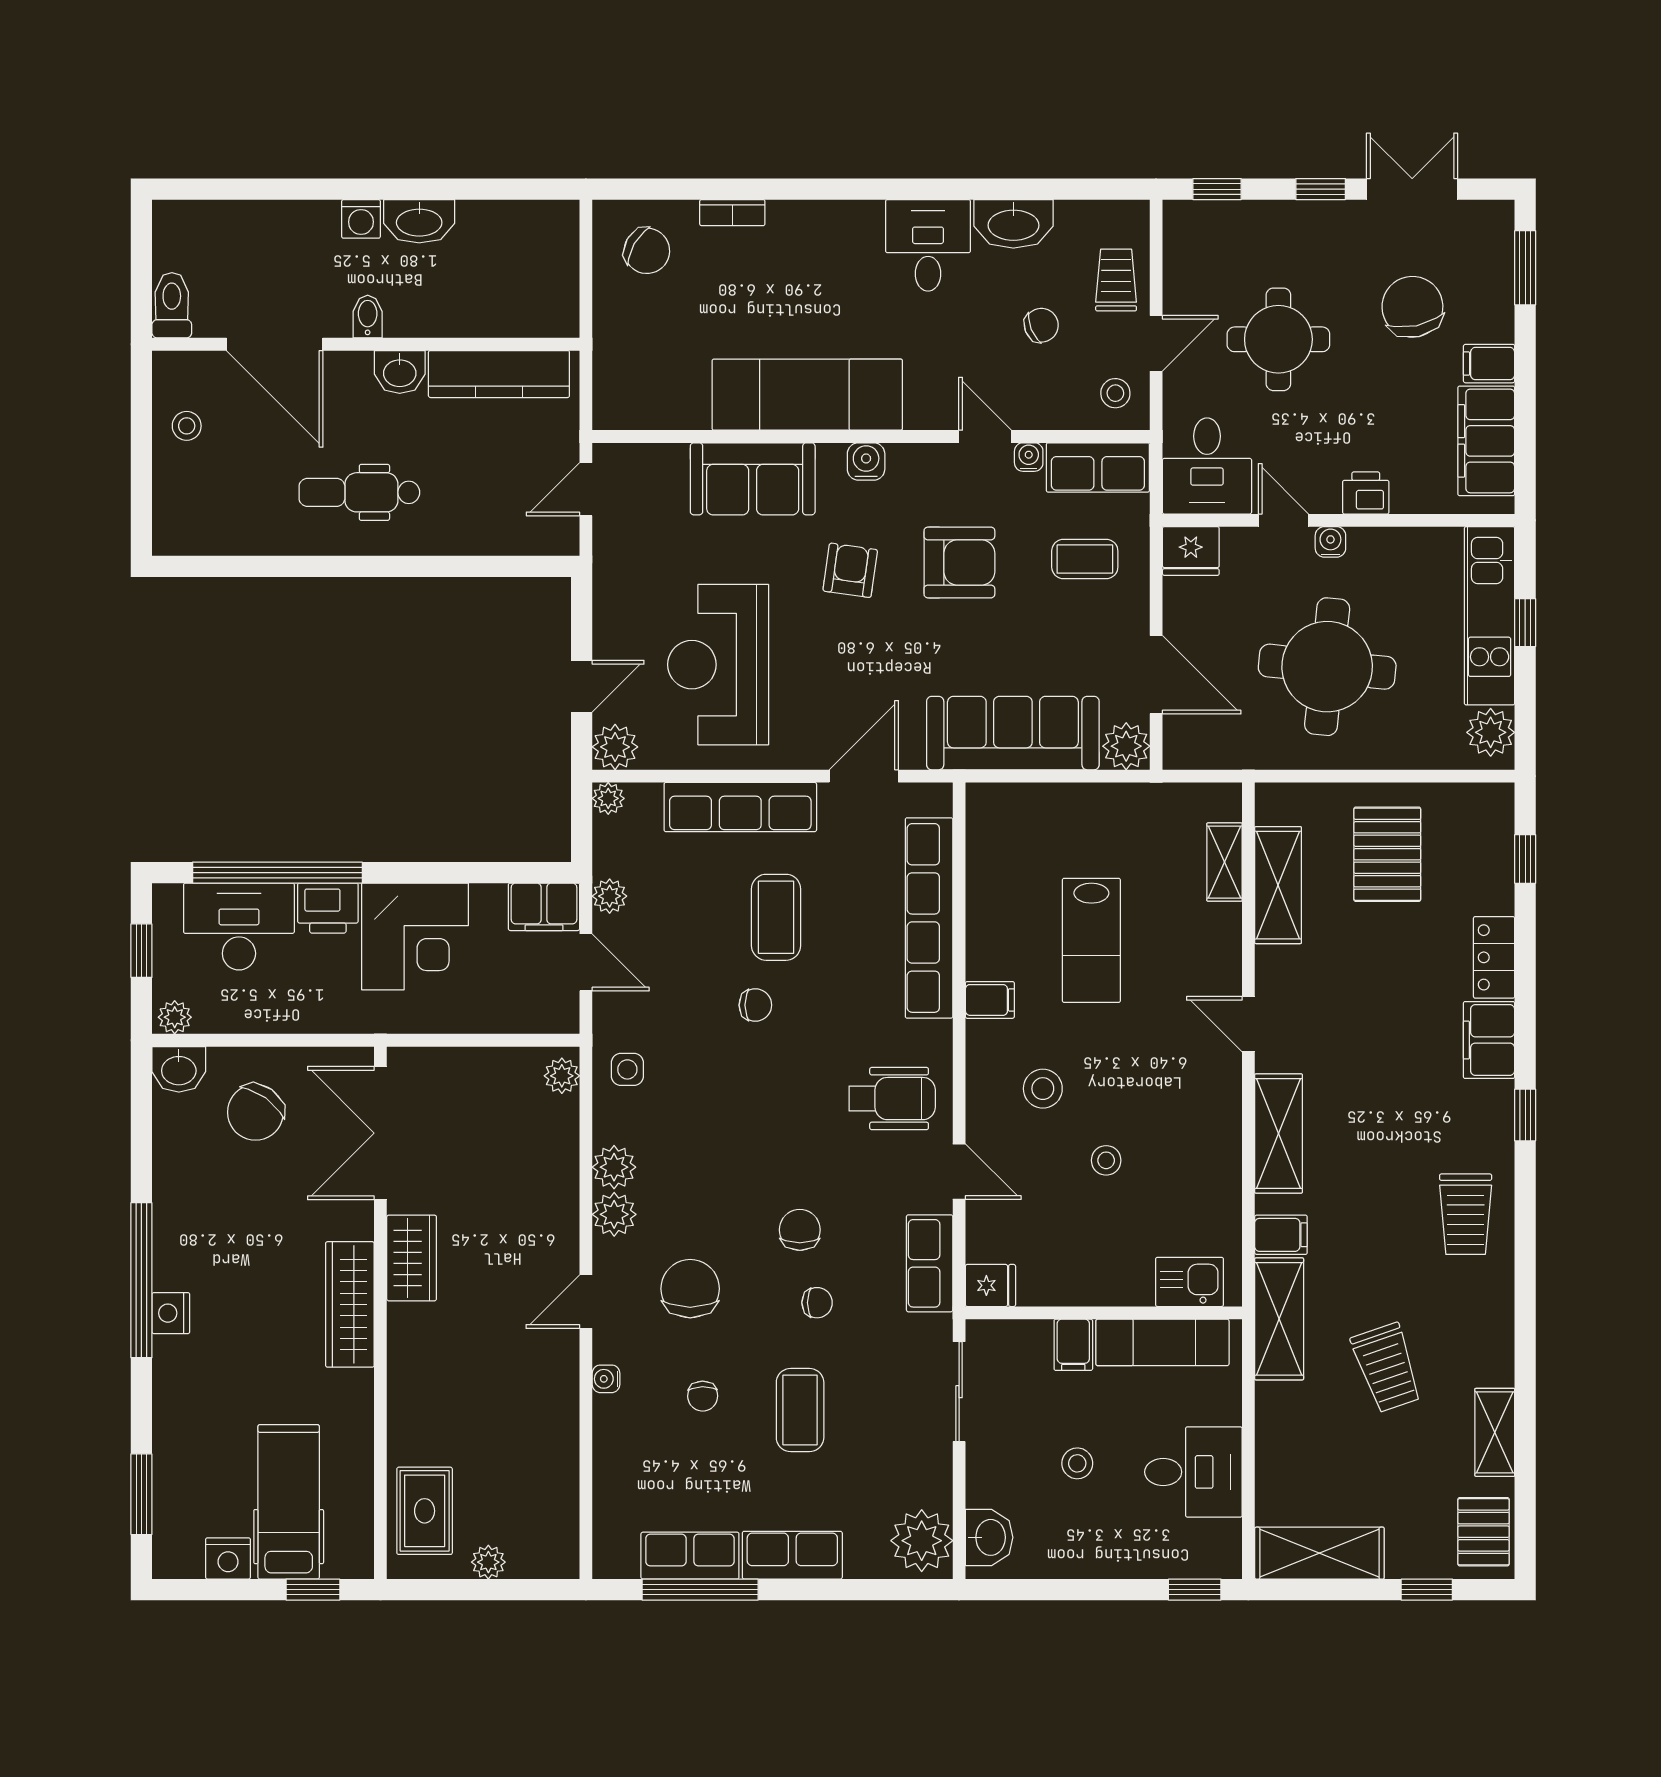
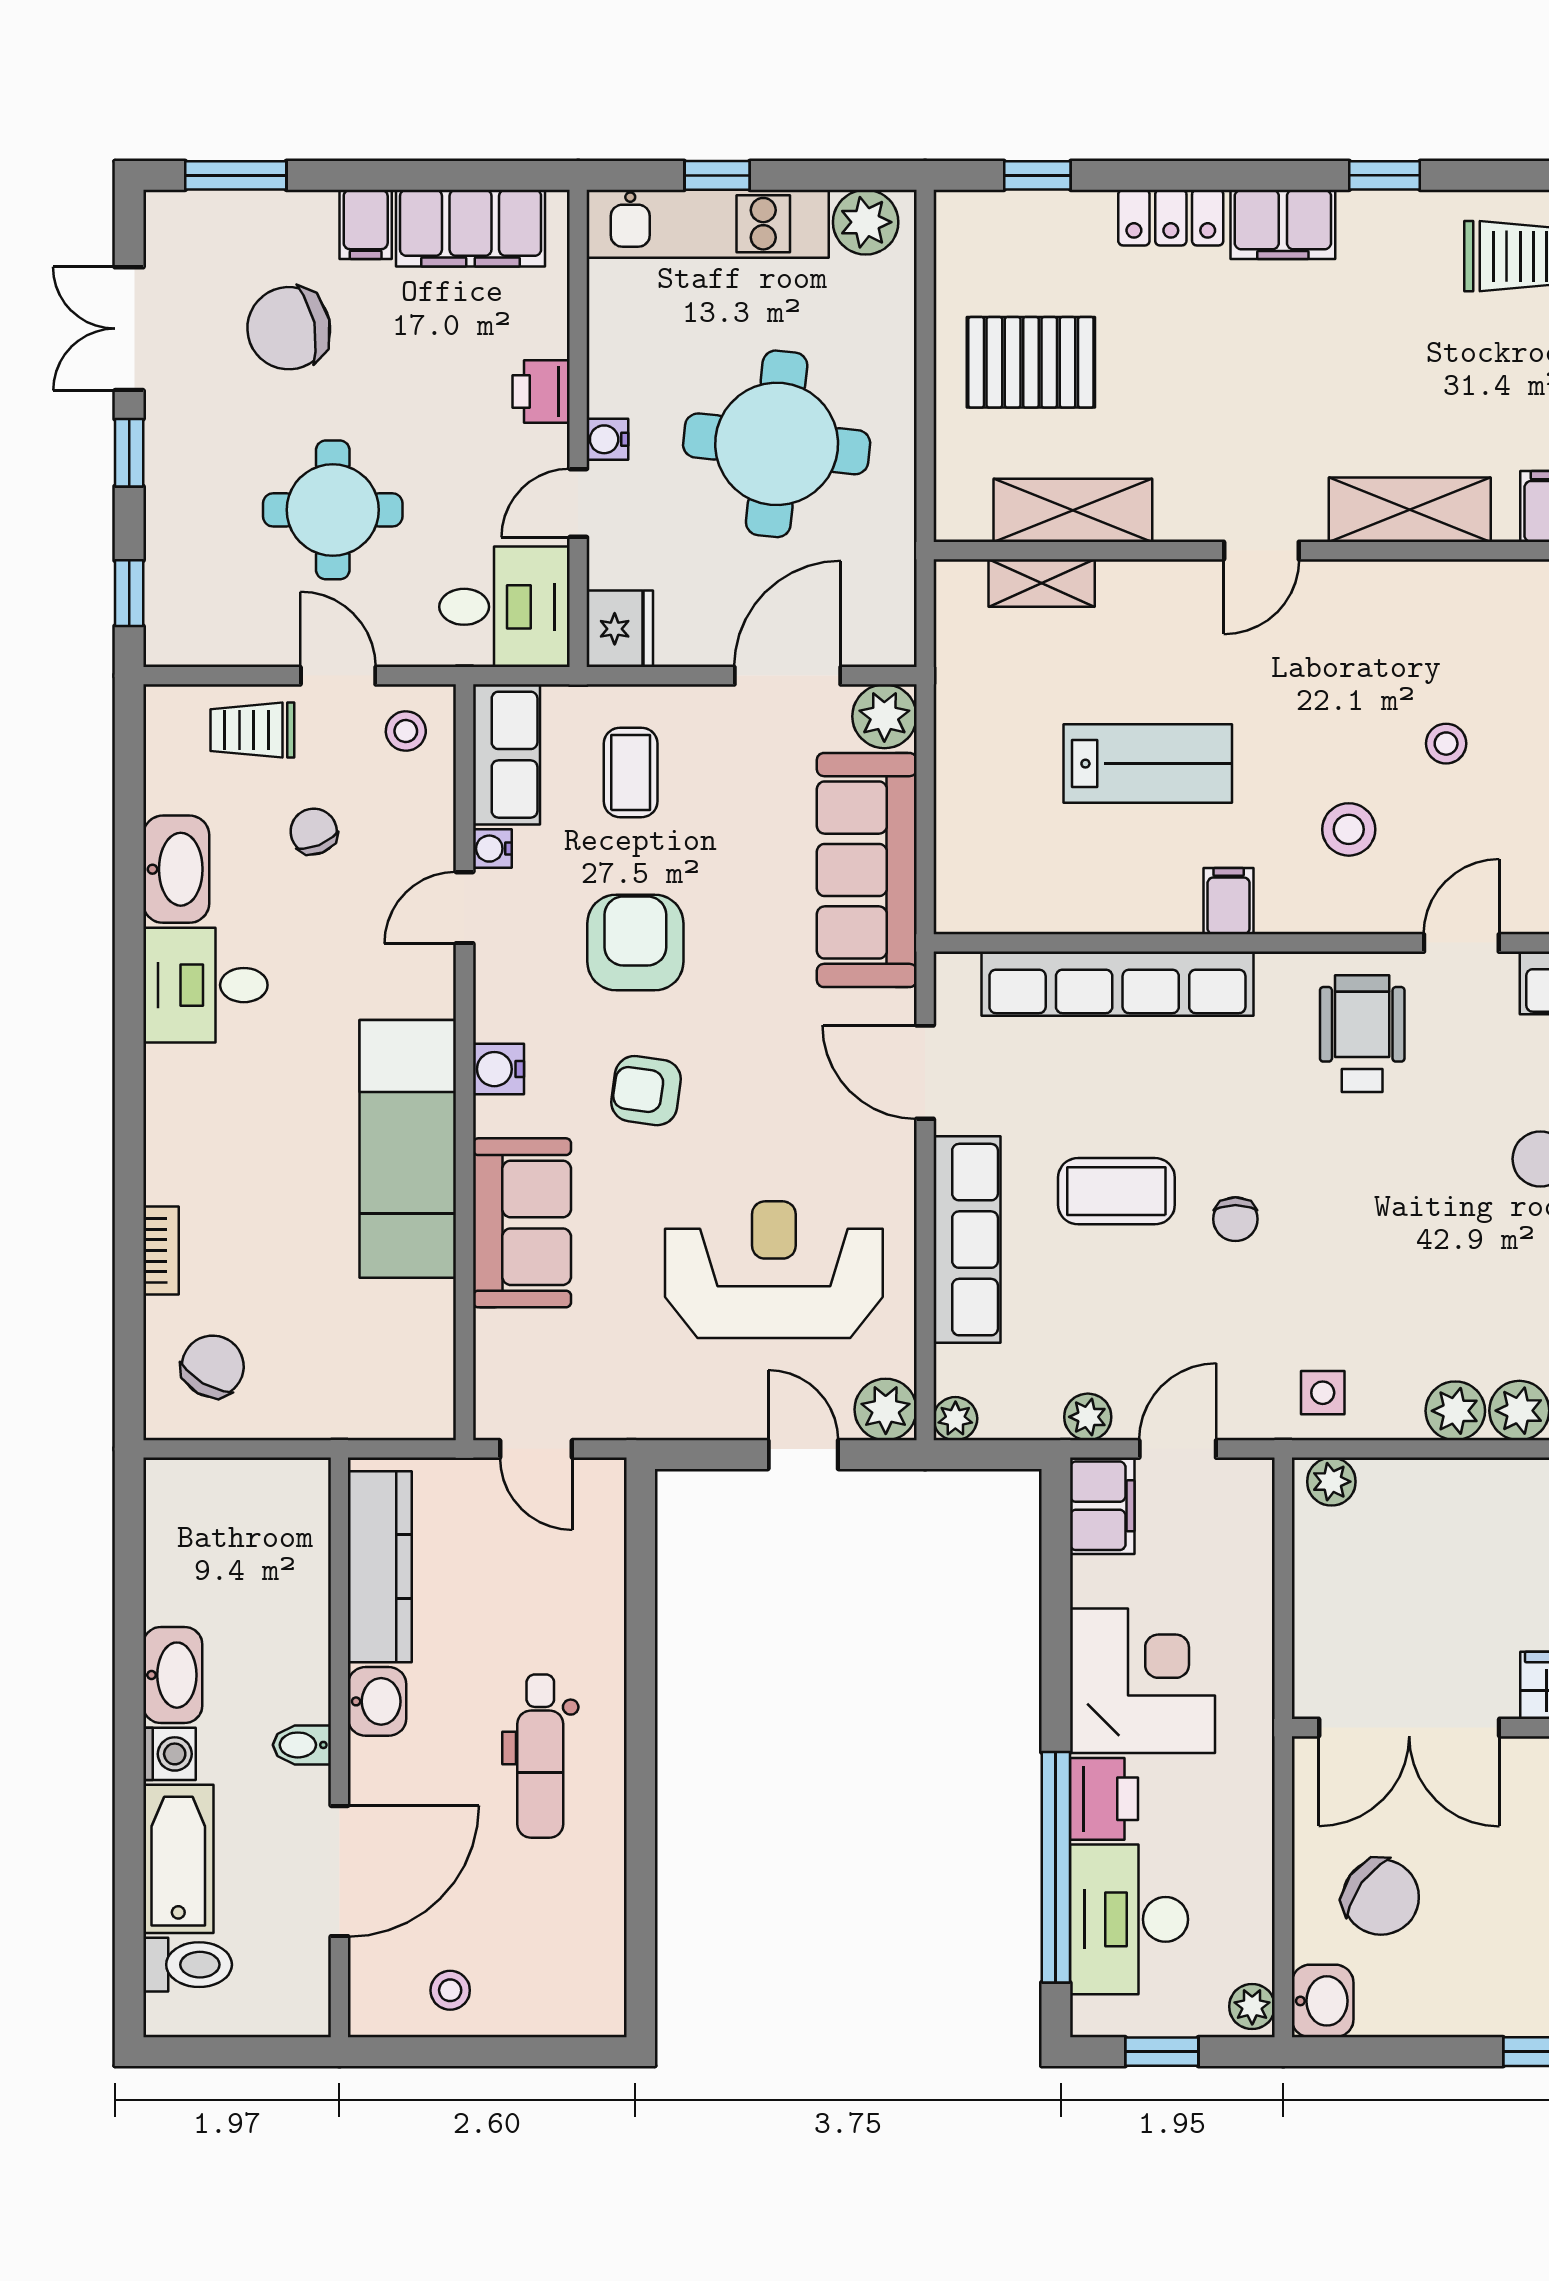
bathtub: (284, 225) -> (178, 1859), added
toilet: (172, 305) -> (188, 1965), moved, turned 180
reception desk: (718, 665) -> (774, 1270), turned 180
chair: (755, 1005) -> (1235, 1219), turned 180

